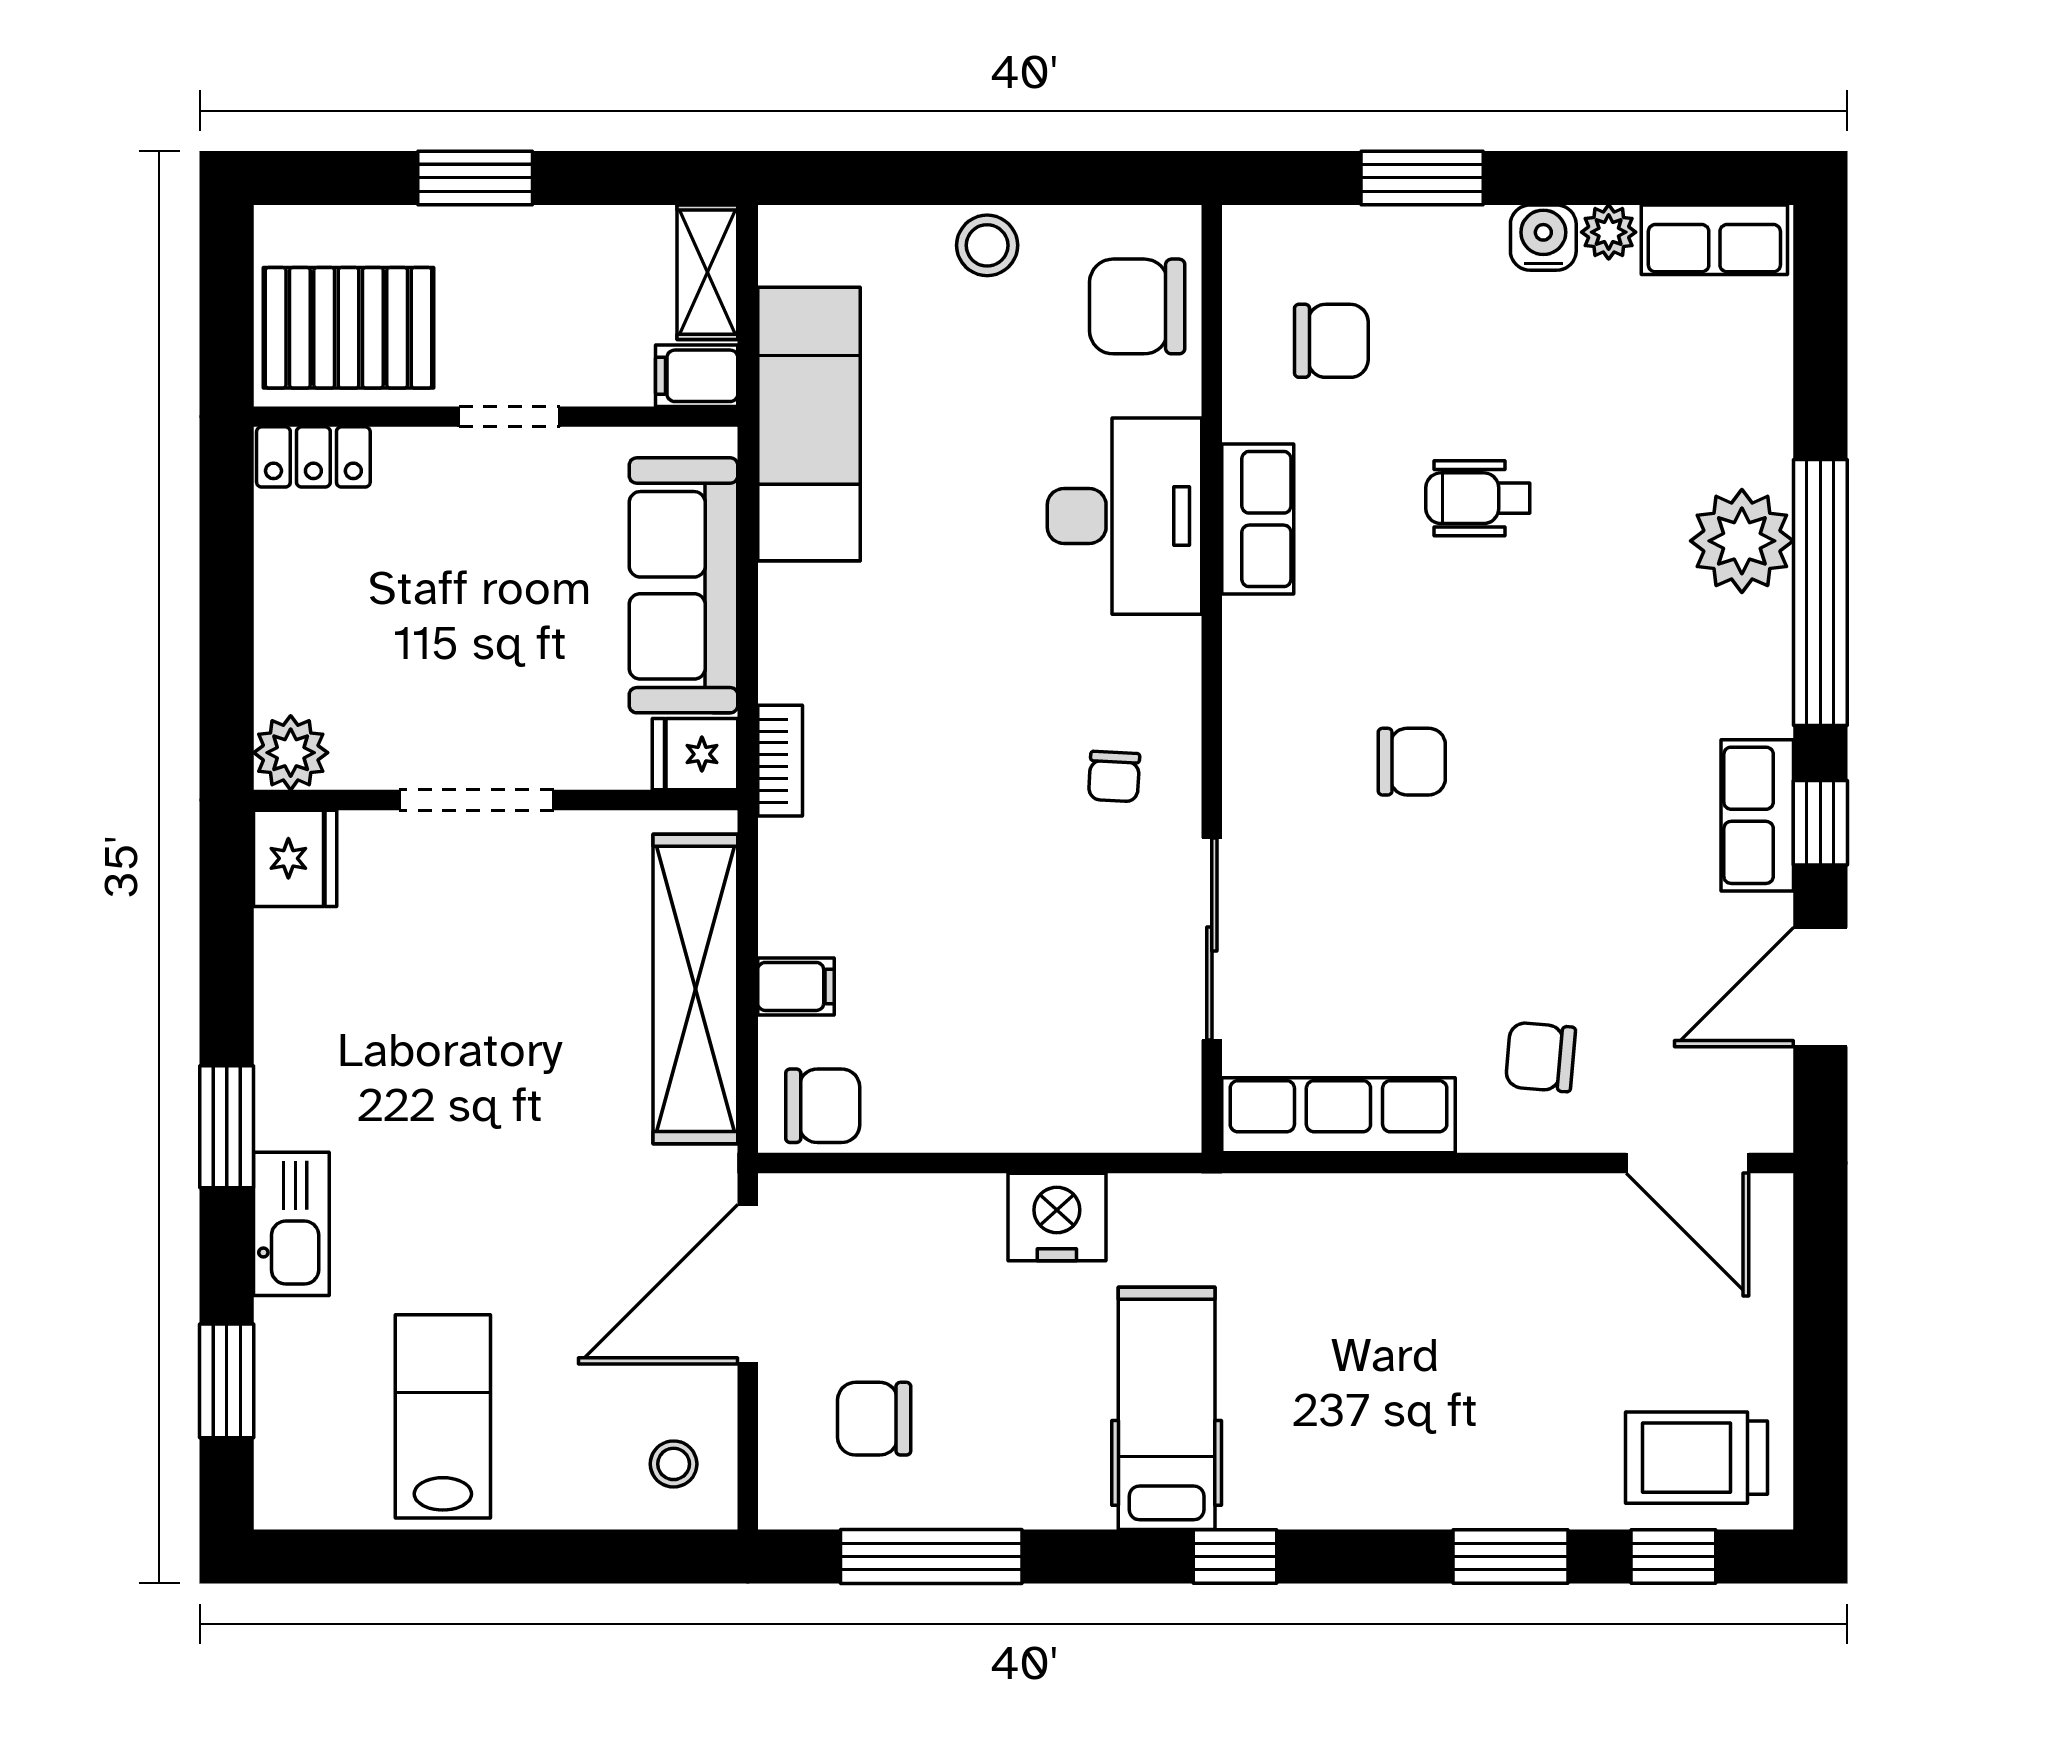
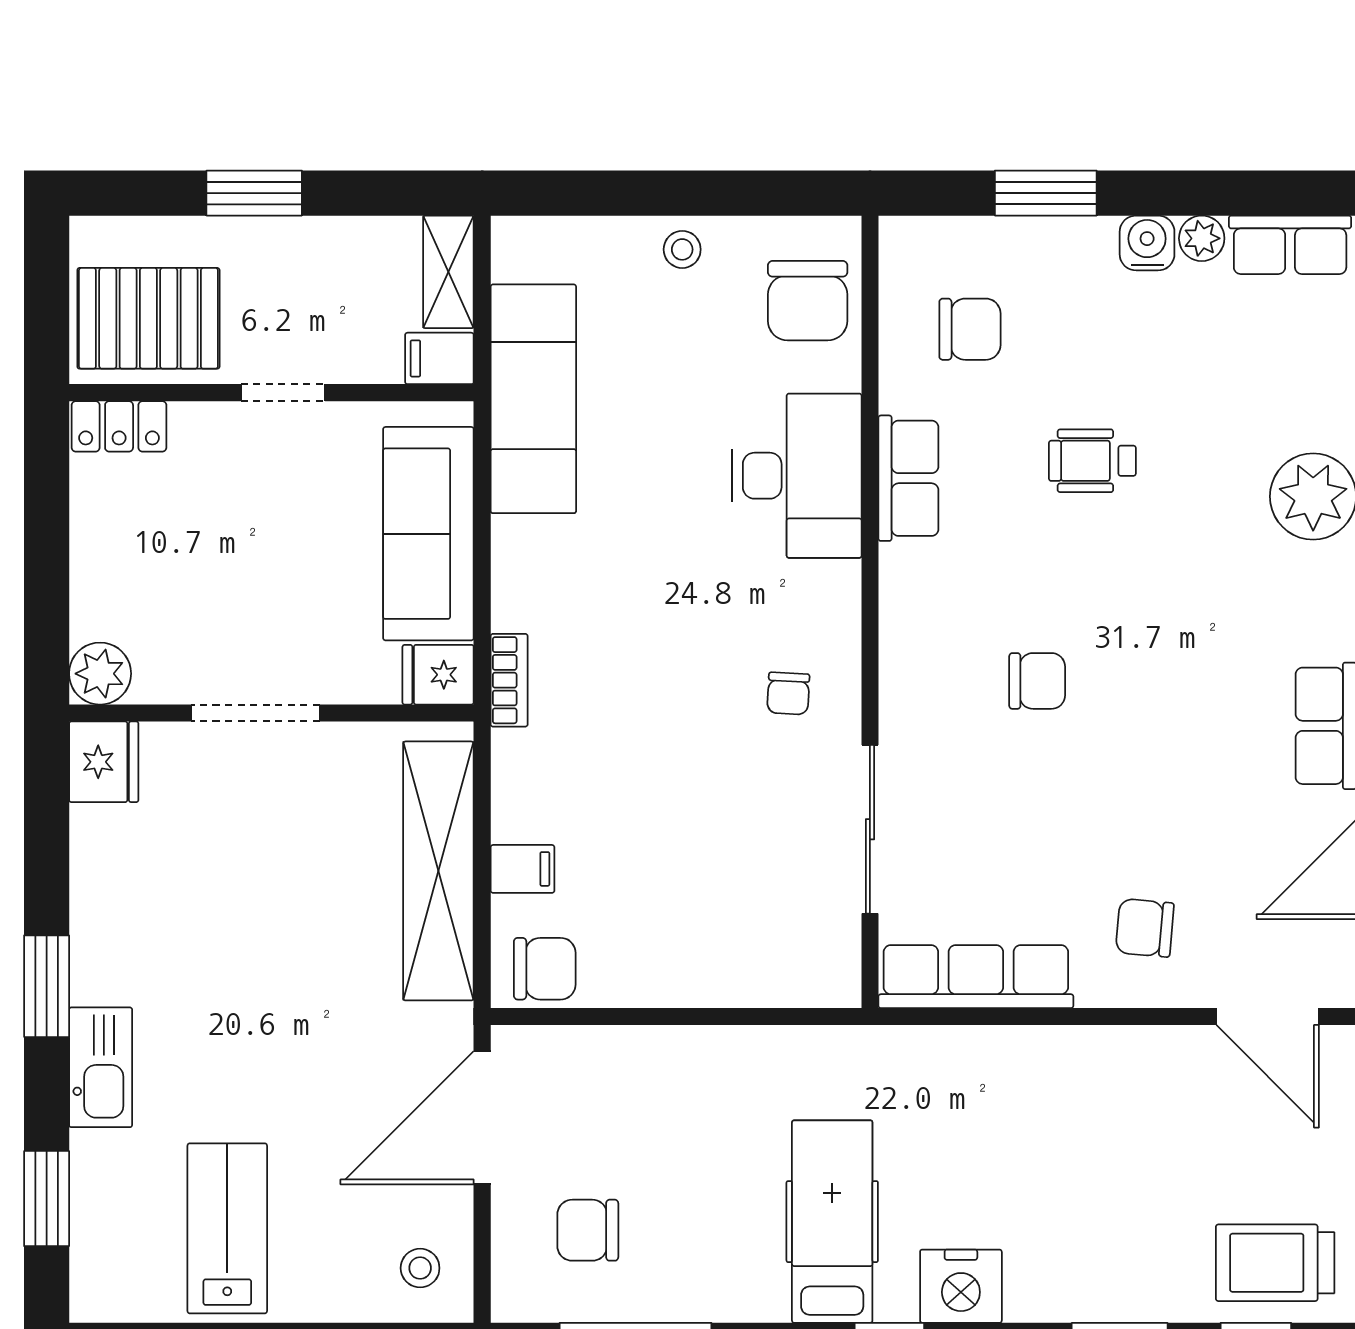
stool: (987, 245) -> (682, 249), width x0.73, depth x0.73
chair: (1137, 306) -> (808, 301), turned -90
nightstand: (1057, 1217) -> (961, 1286), moved, turned 180

